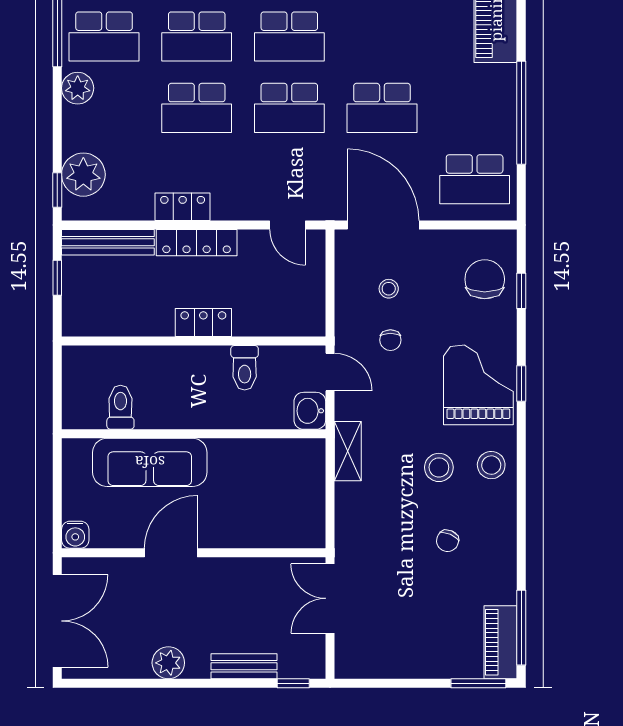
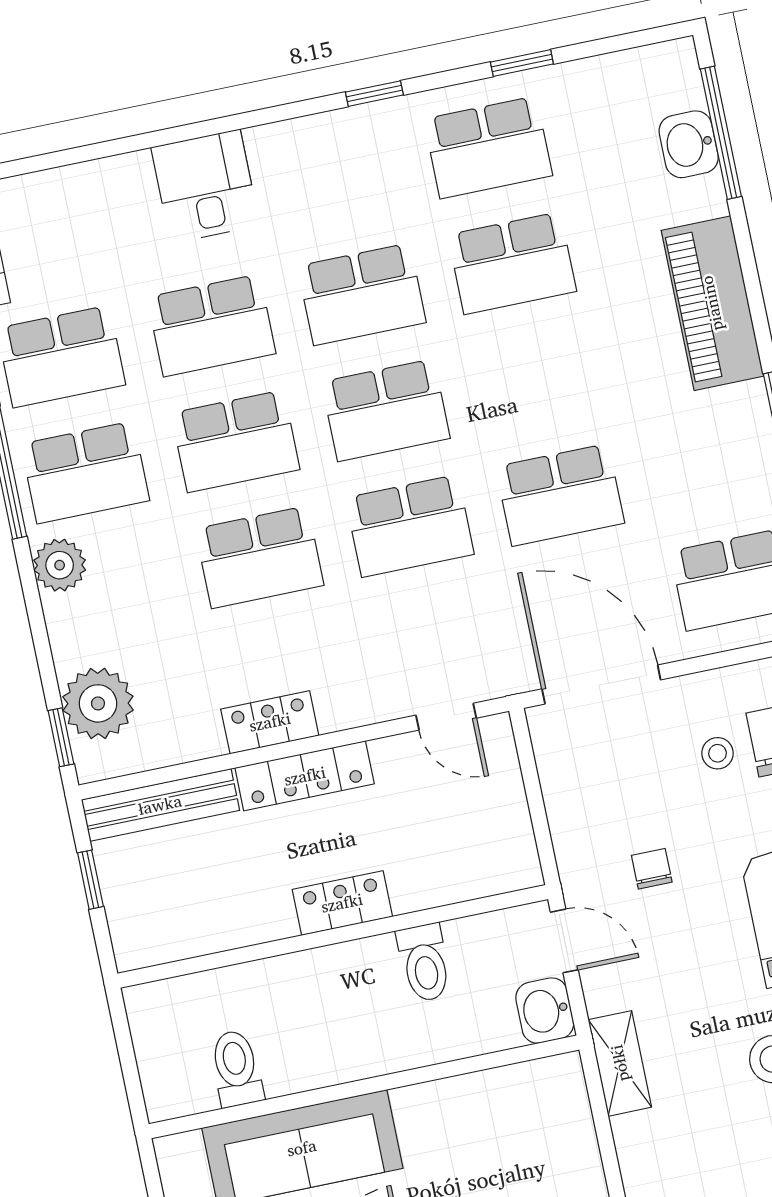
stool: (389, 289) -> (718, 753), moved
chair: (390, 340) -> (652, 869), turned 180

